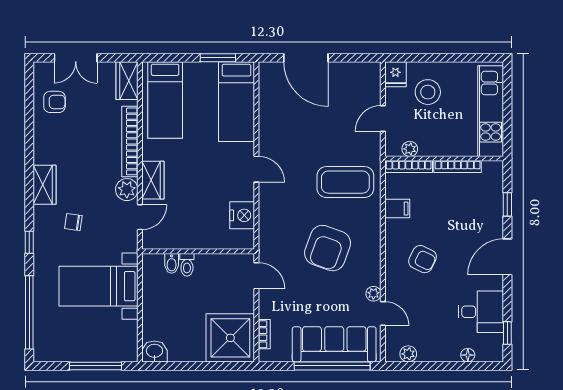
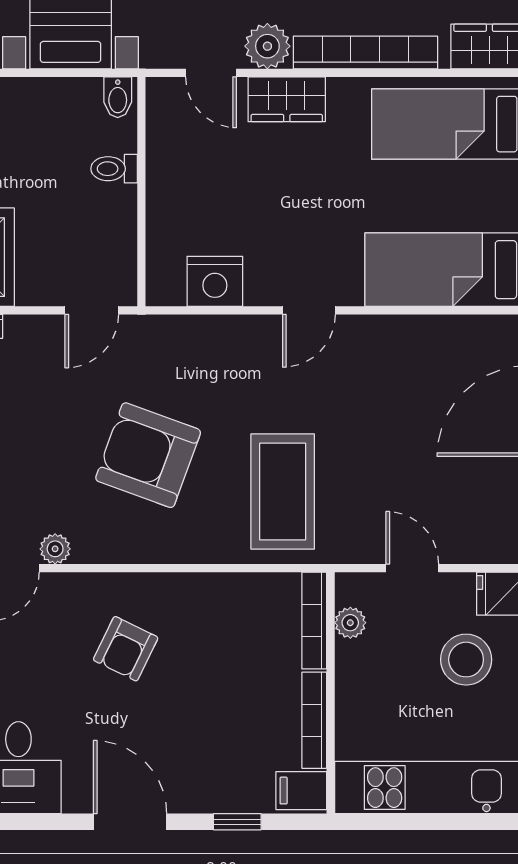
filing cabinet: (397, 209) -> (301, 791), moved, turned 90
bidet: (172, 263) -> (118, 97), moved, turned -90

